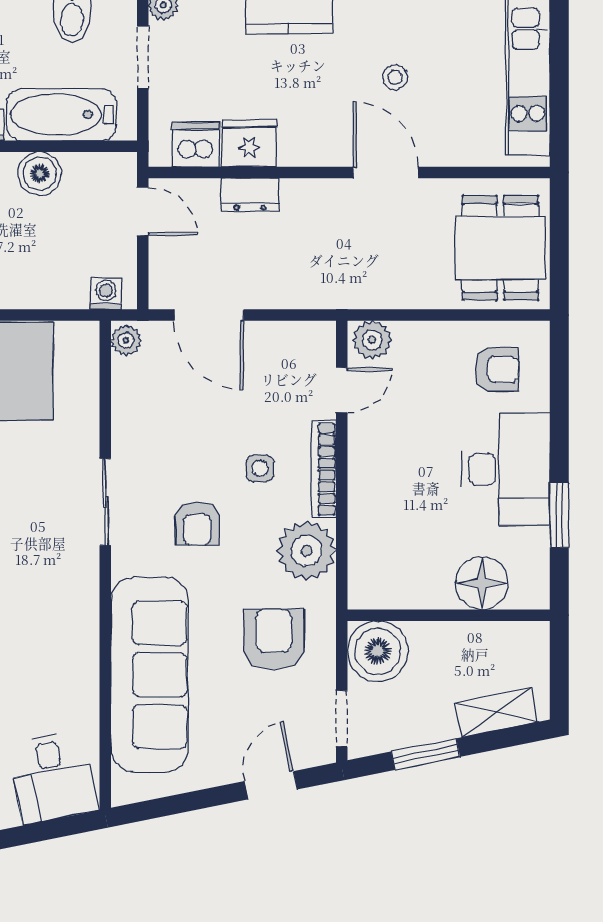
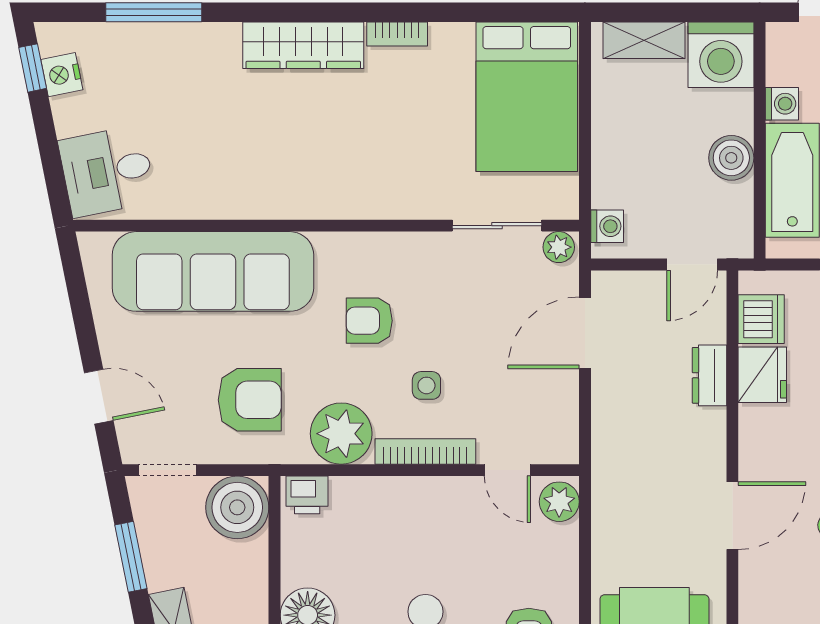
sliding door: (105, 502) -> (497, 226), moved
printer: (366, 584) -> (307, 495), added

